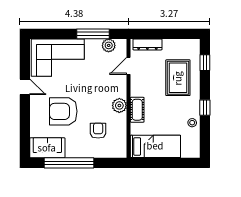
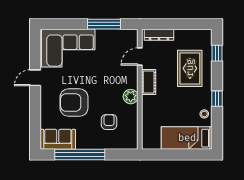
plant: (109, 45) -> (120, 36), removed
door: (25, 87) -> (35, 78), swing flipped
cot: (137, 110) -> (149, 82), moved
bed: (155, 146) -> (187, 138), moved, turned 180

